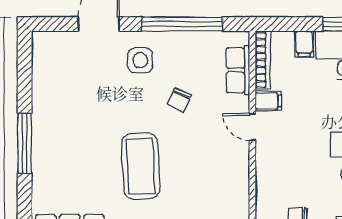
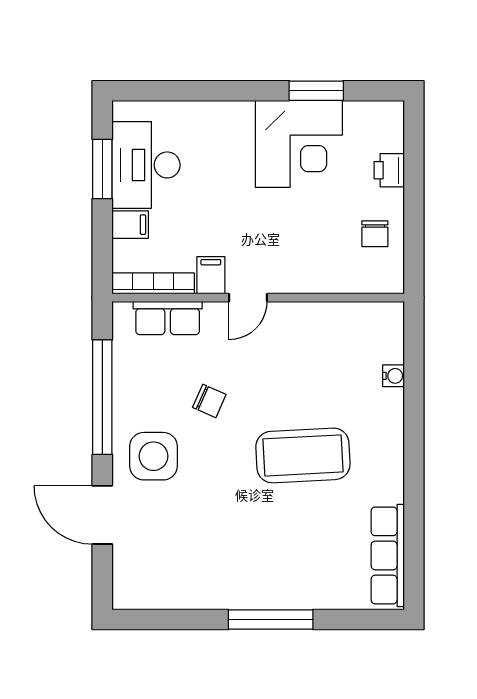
side table: (140, 60) -> (153, 456), width x1.37, depth x1.37

